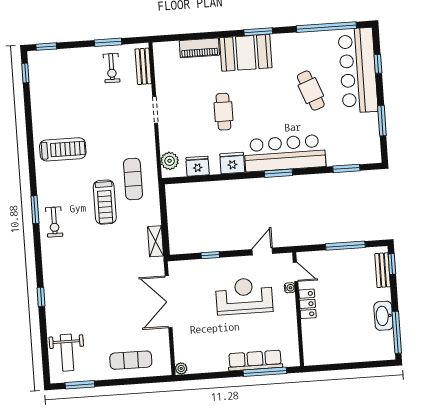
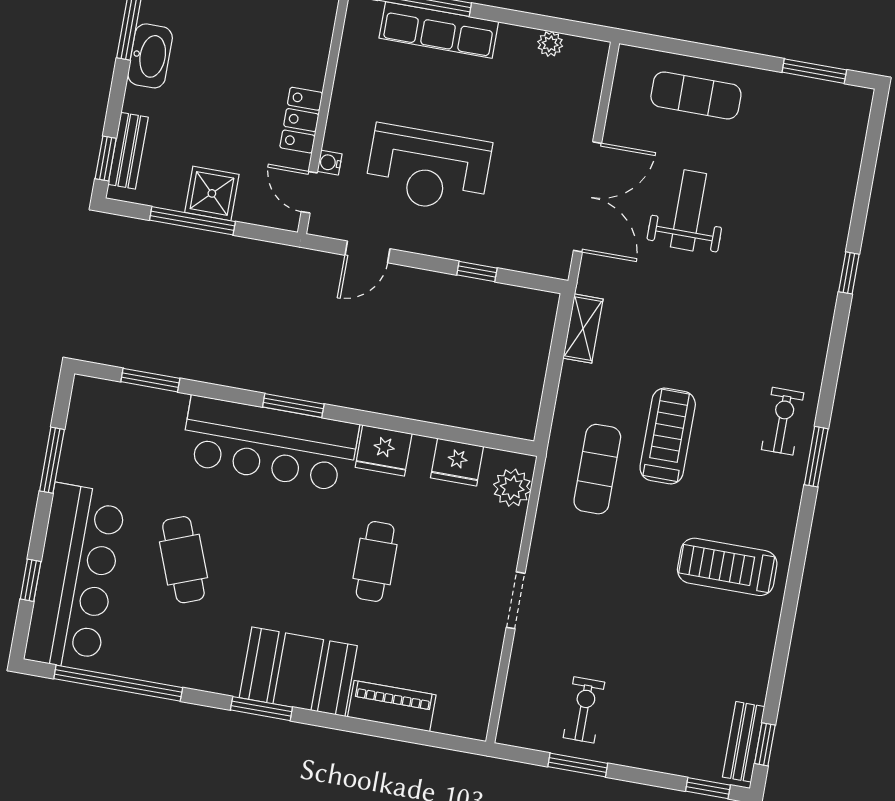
bench: (143, 66) -> (744, 742), moved
shower: (340, 260) -> (212, 193), added
weight bench: (67, 353) -> (688, 210), moved
plant: (181, 368) -> (550, 44), moved

